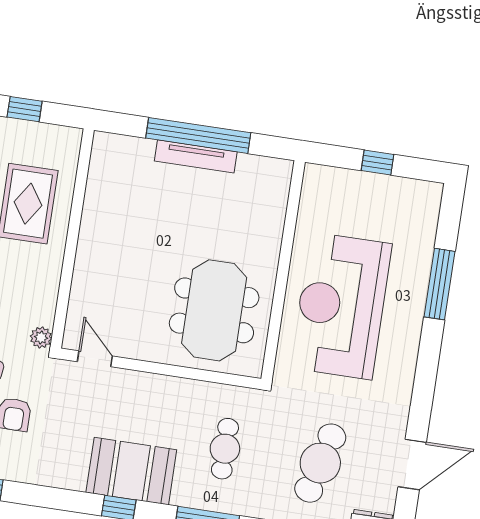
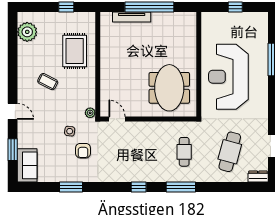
tv unit: (196, 156) -> (132, 17), moved
booth: (131, 471) -> (142, 169), removed

